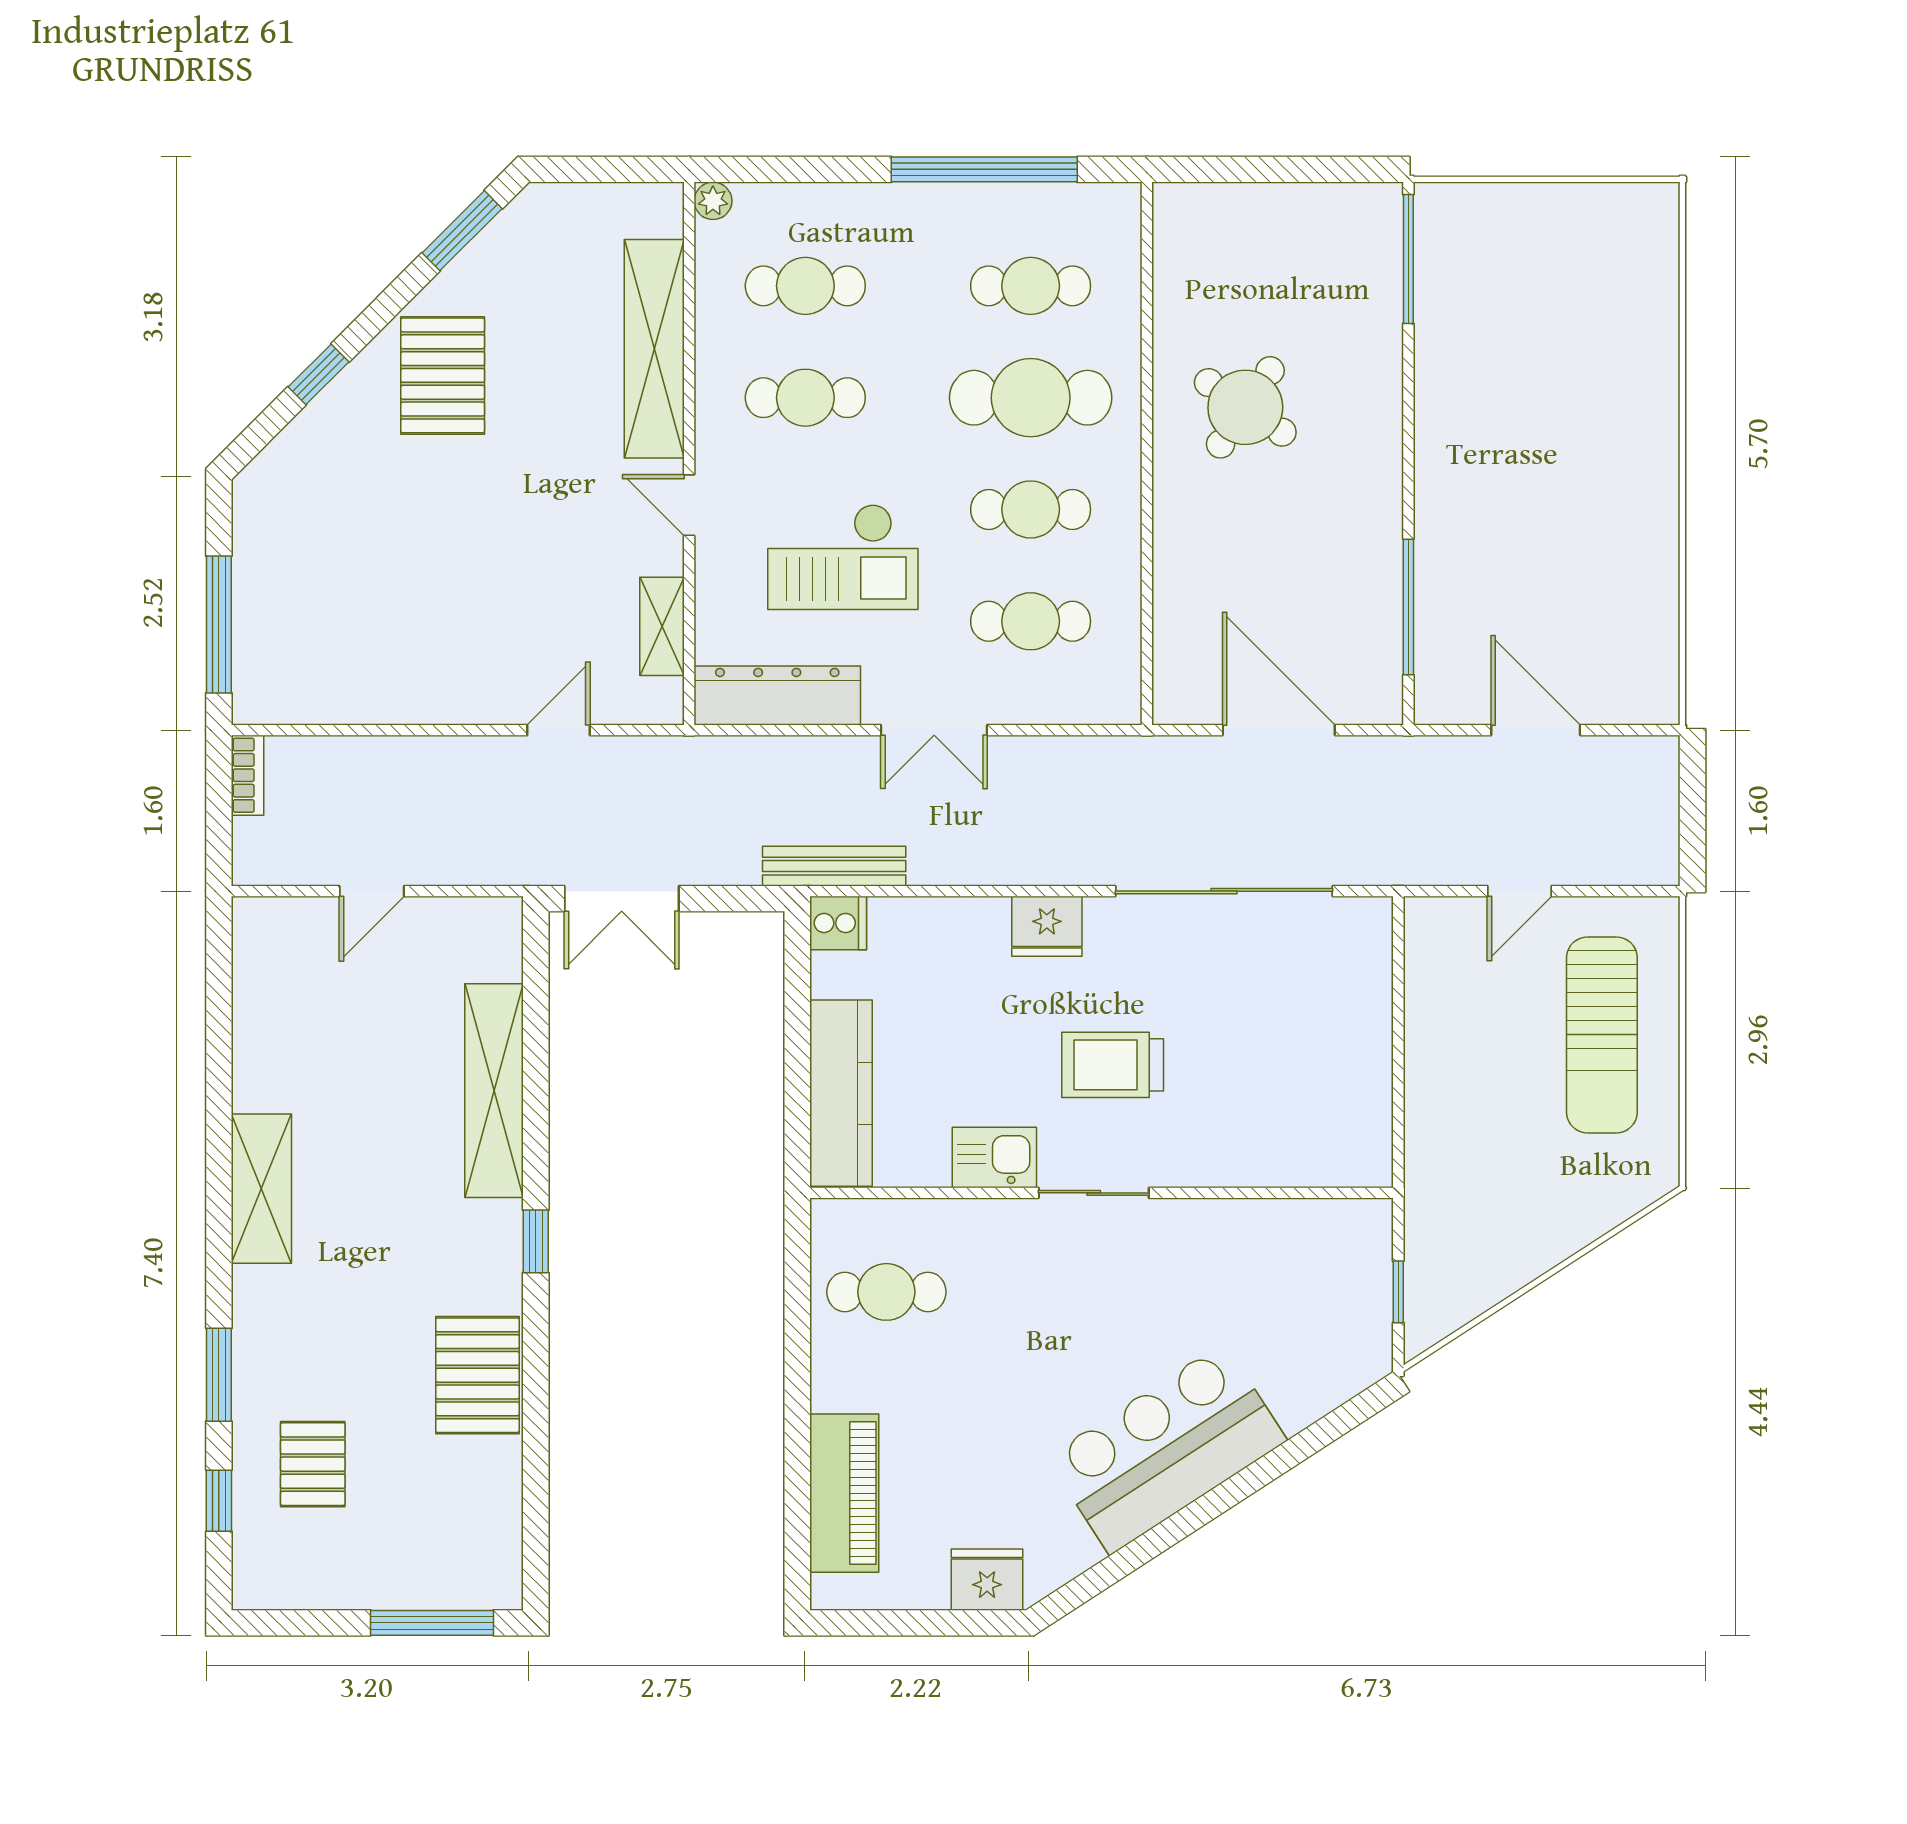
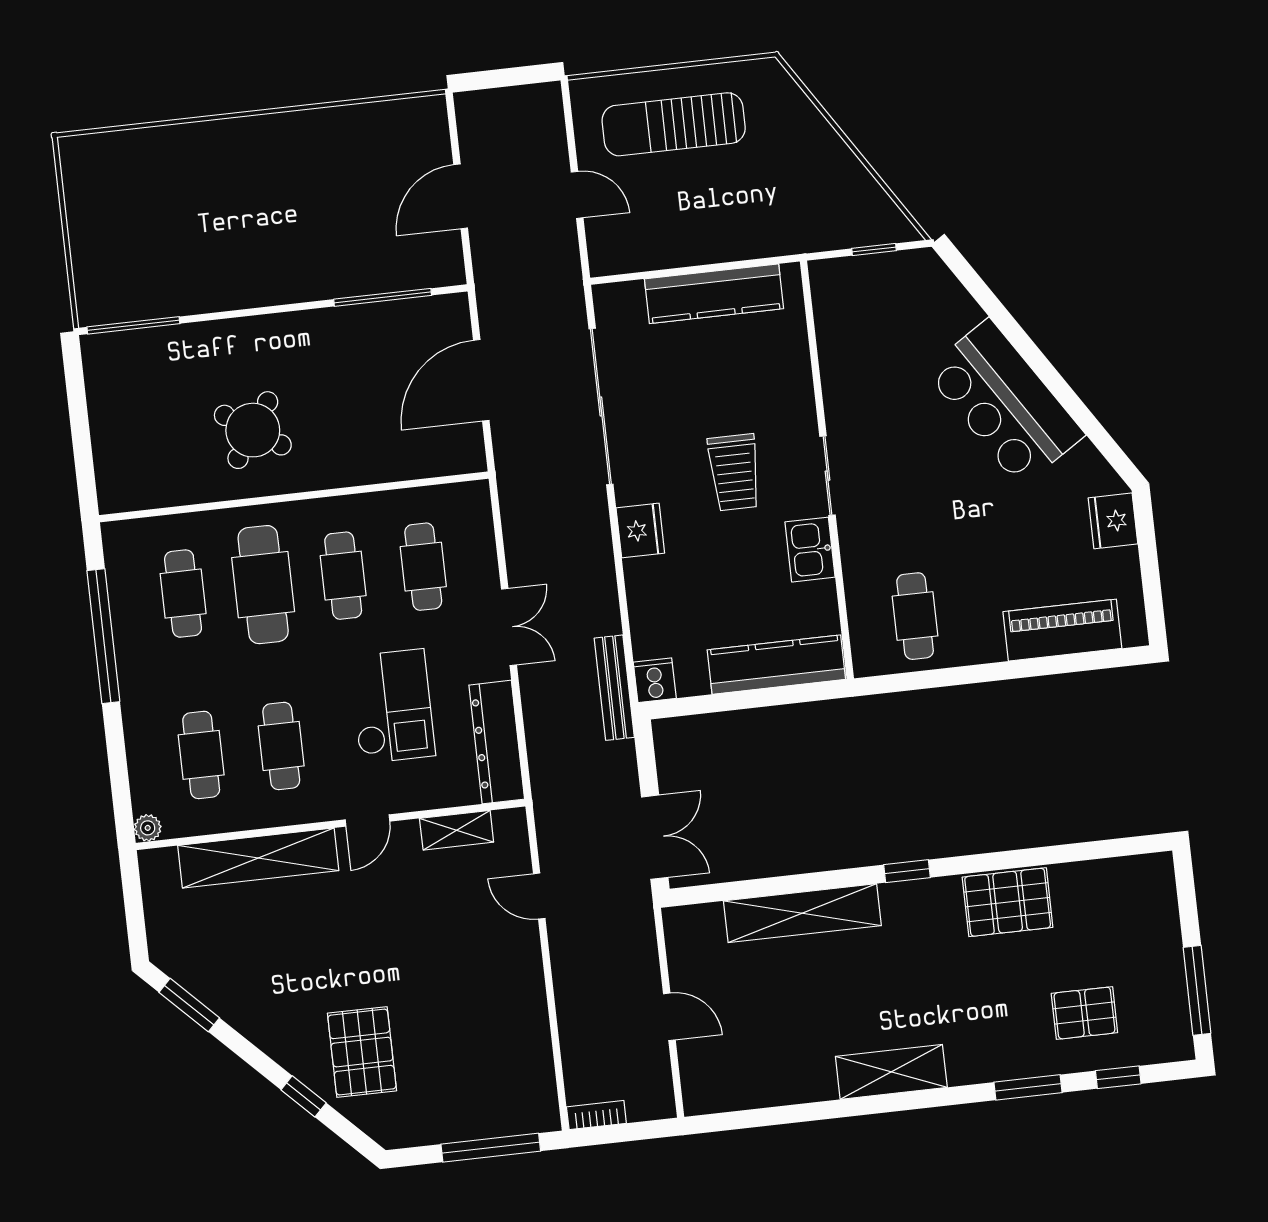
pallet: (443, 375) -> (362, 1052), moved, turned 90
sun lounger: (1602, 1035) -> (674, 124), turned 180
kitchen counter: (1362, 1064) -> (714, 294), added
window: (432, 1623) -> (1197, 990), moved

